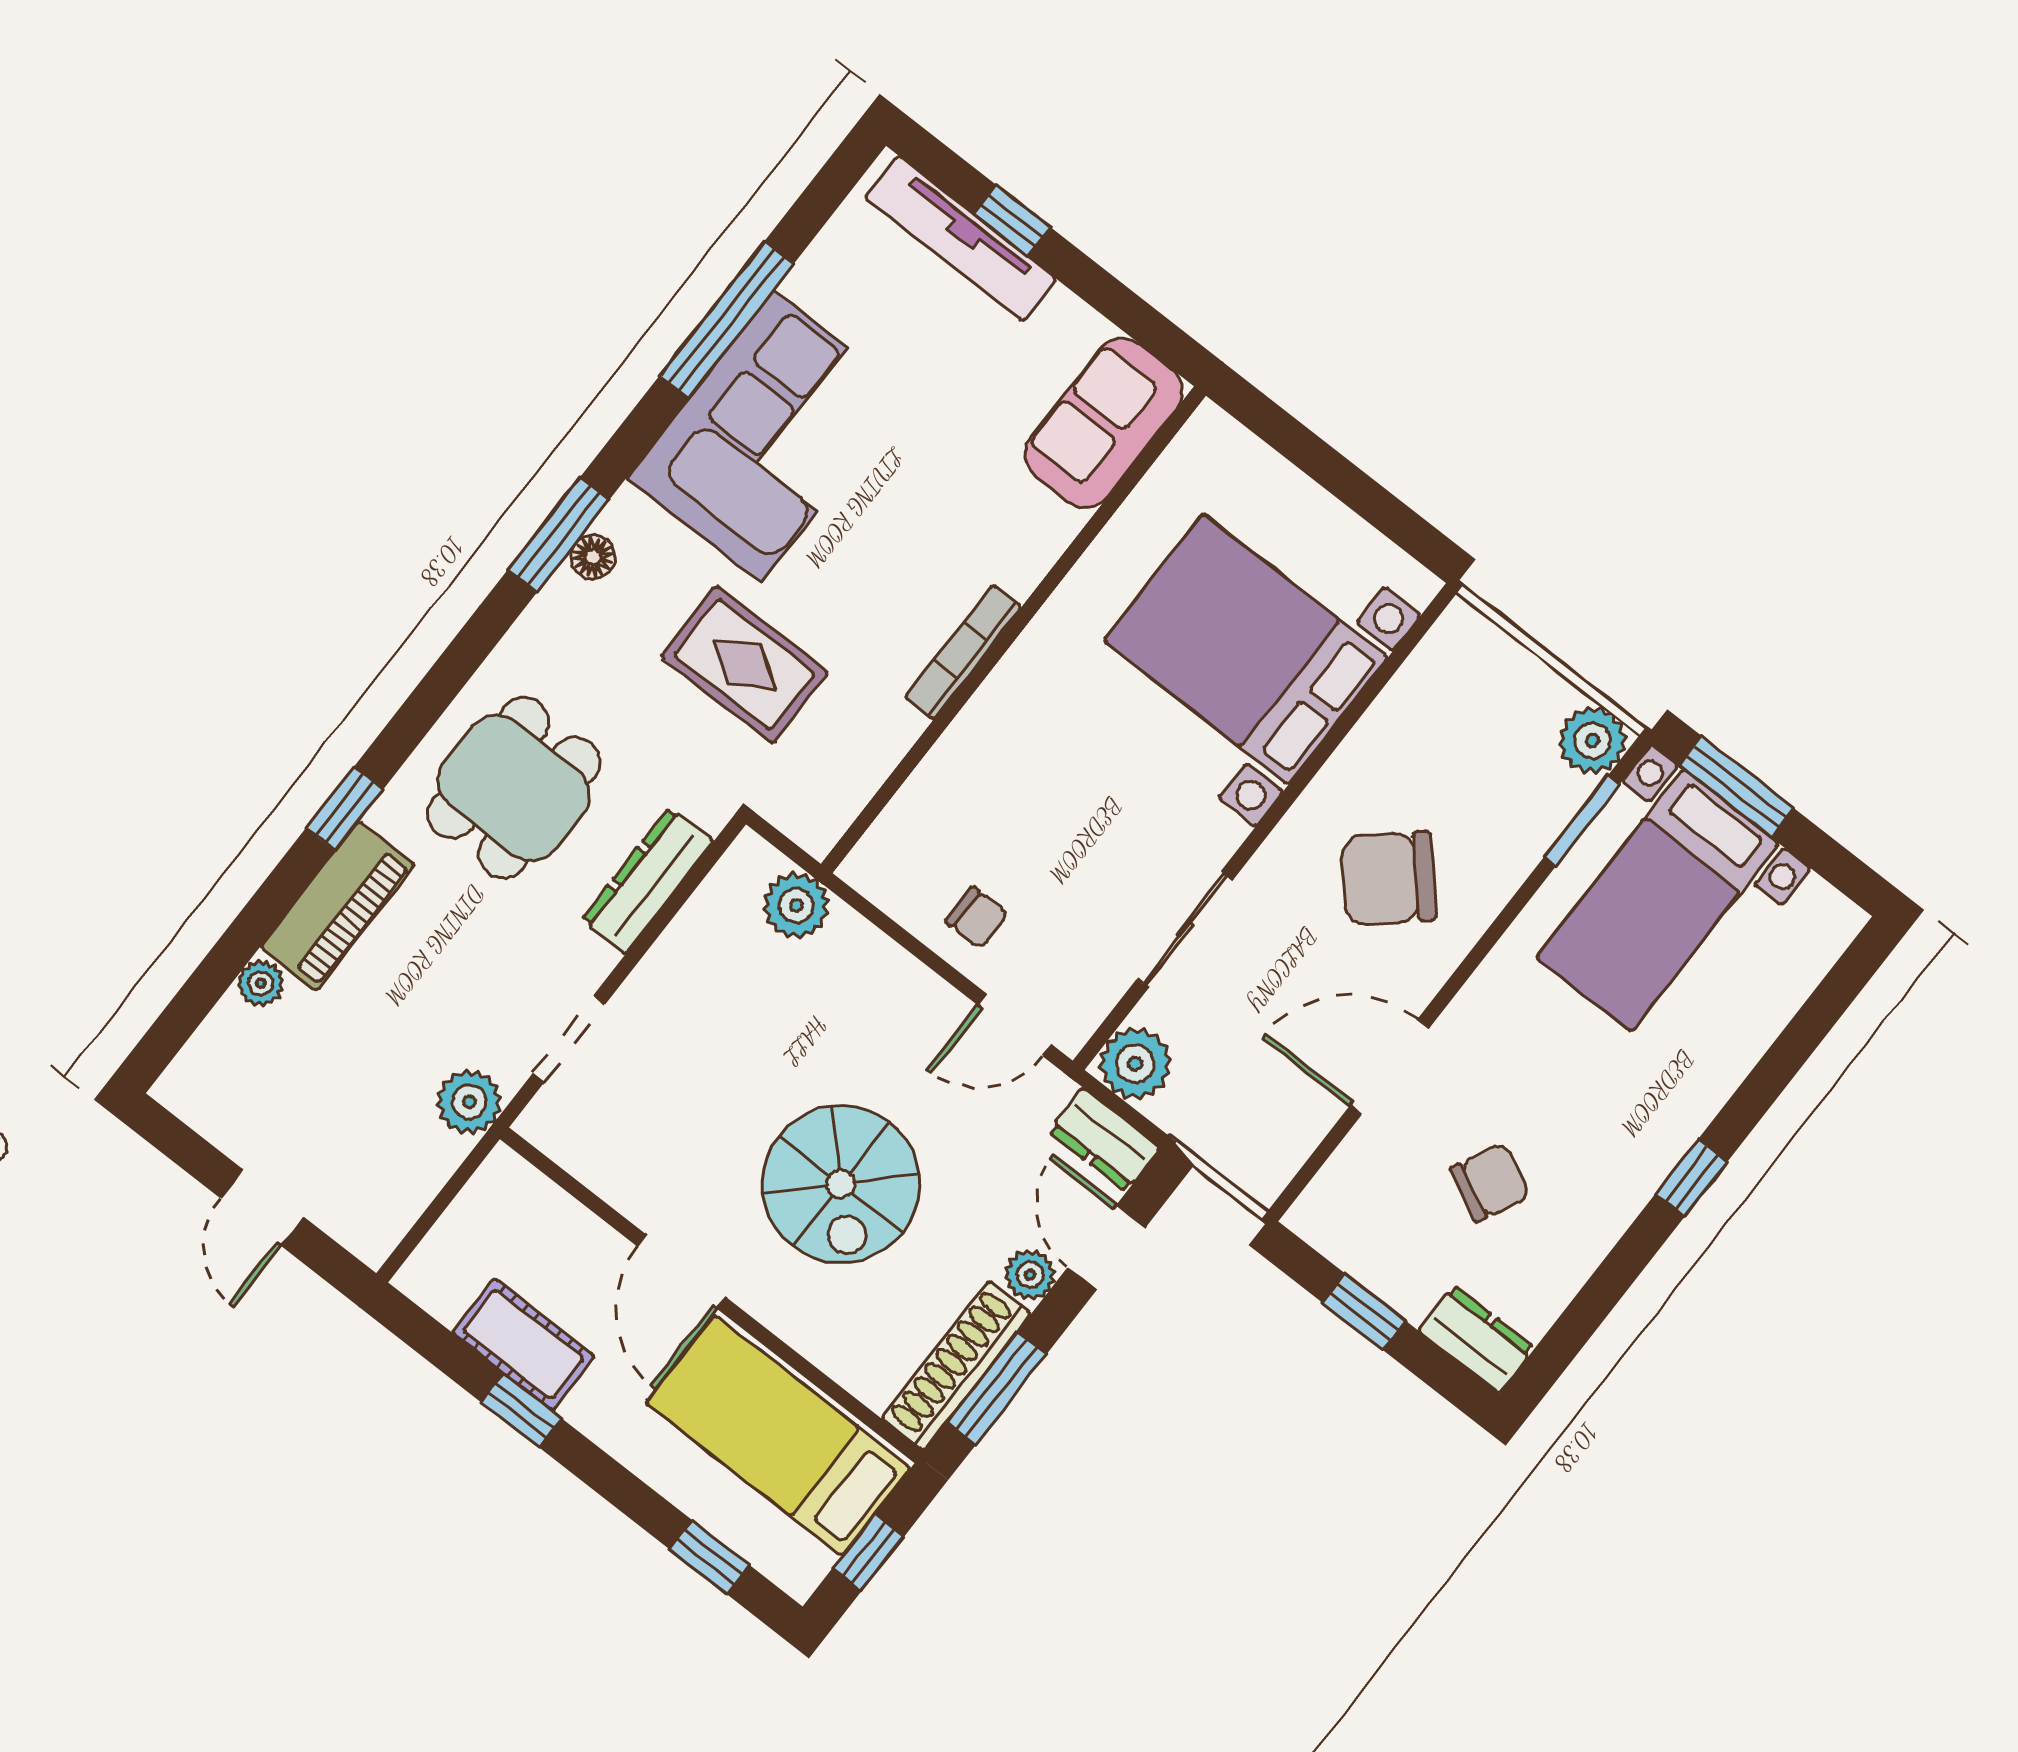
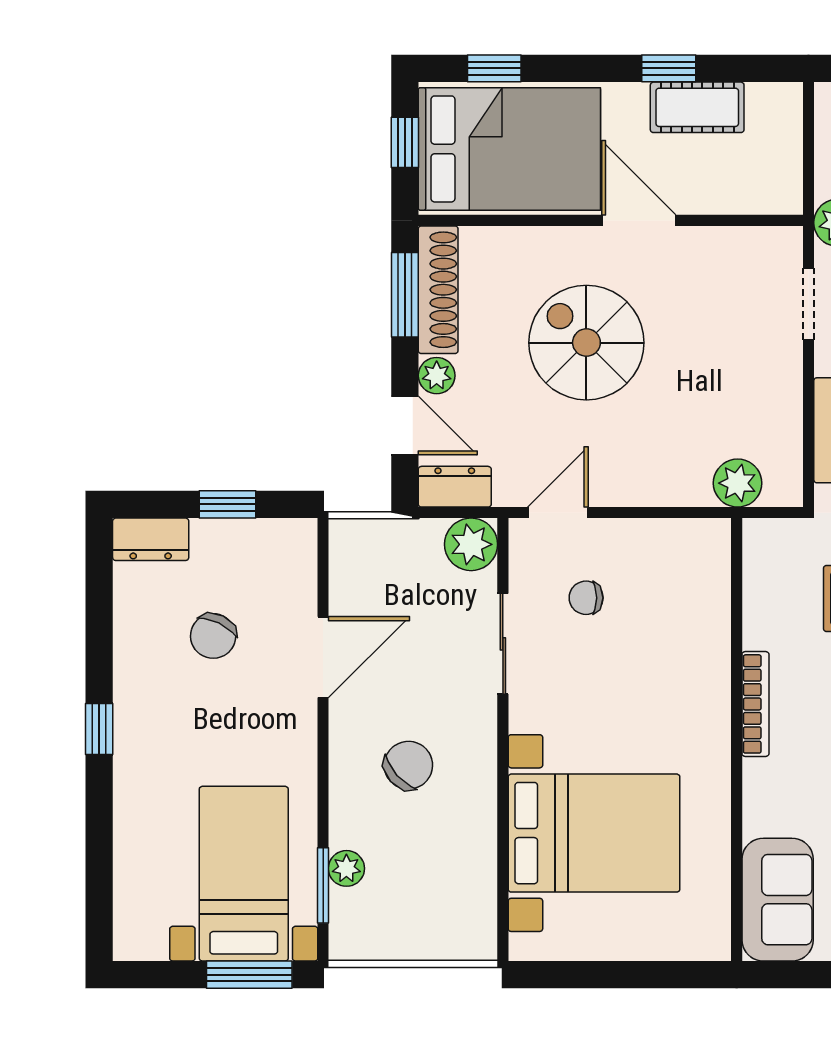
plant: (1592, 740) -> (346, 868), moved, width x0.73, depth x0.73
chair: (1389, 878) -> (408, 765), width x0.73, depth x0.73
chair: (977, 918) -> (586, 598), moved
bed: (778, 1436) -> (509, 149), width x1.50

